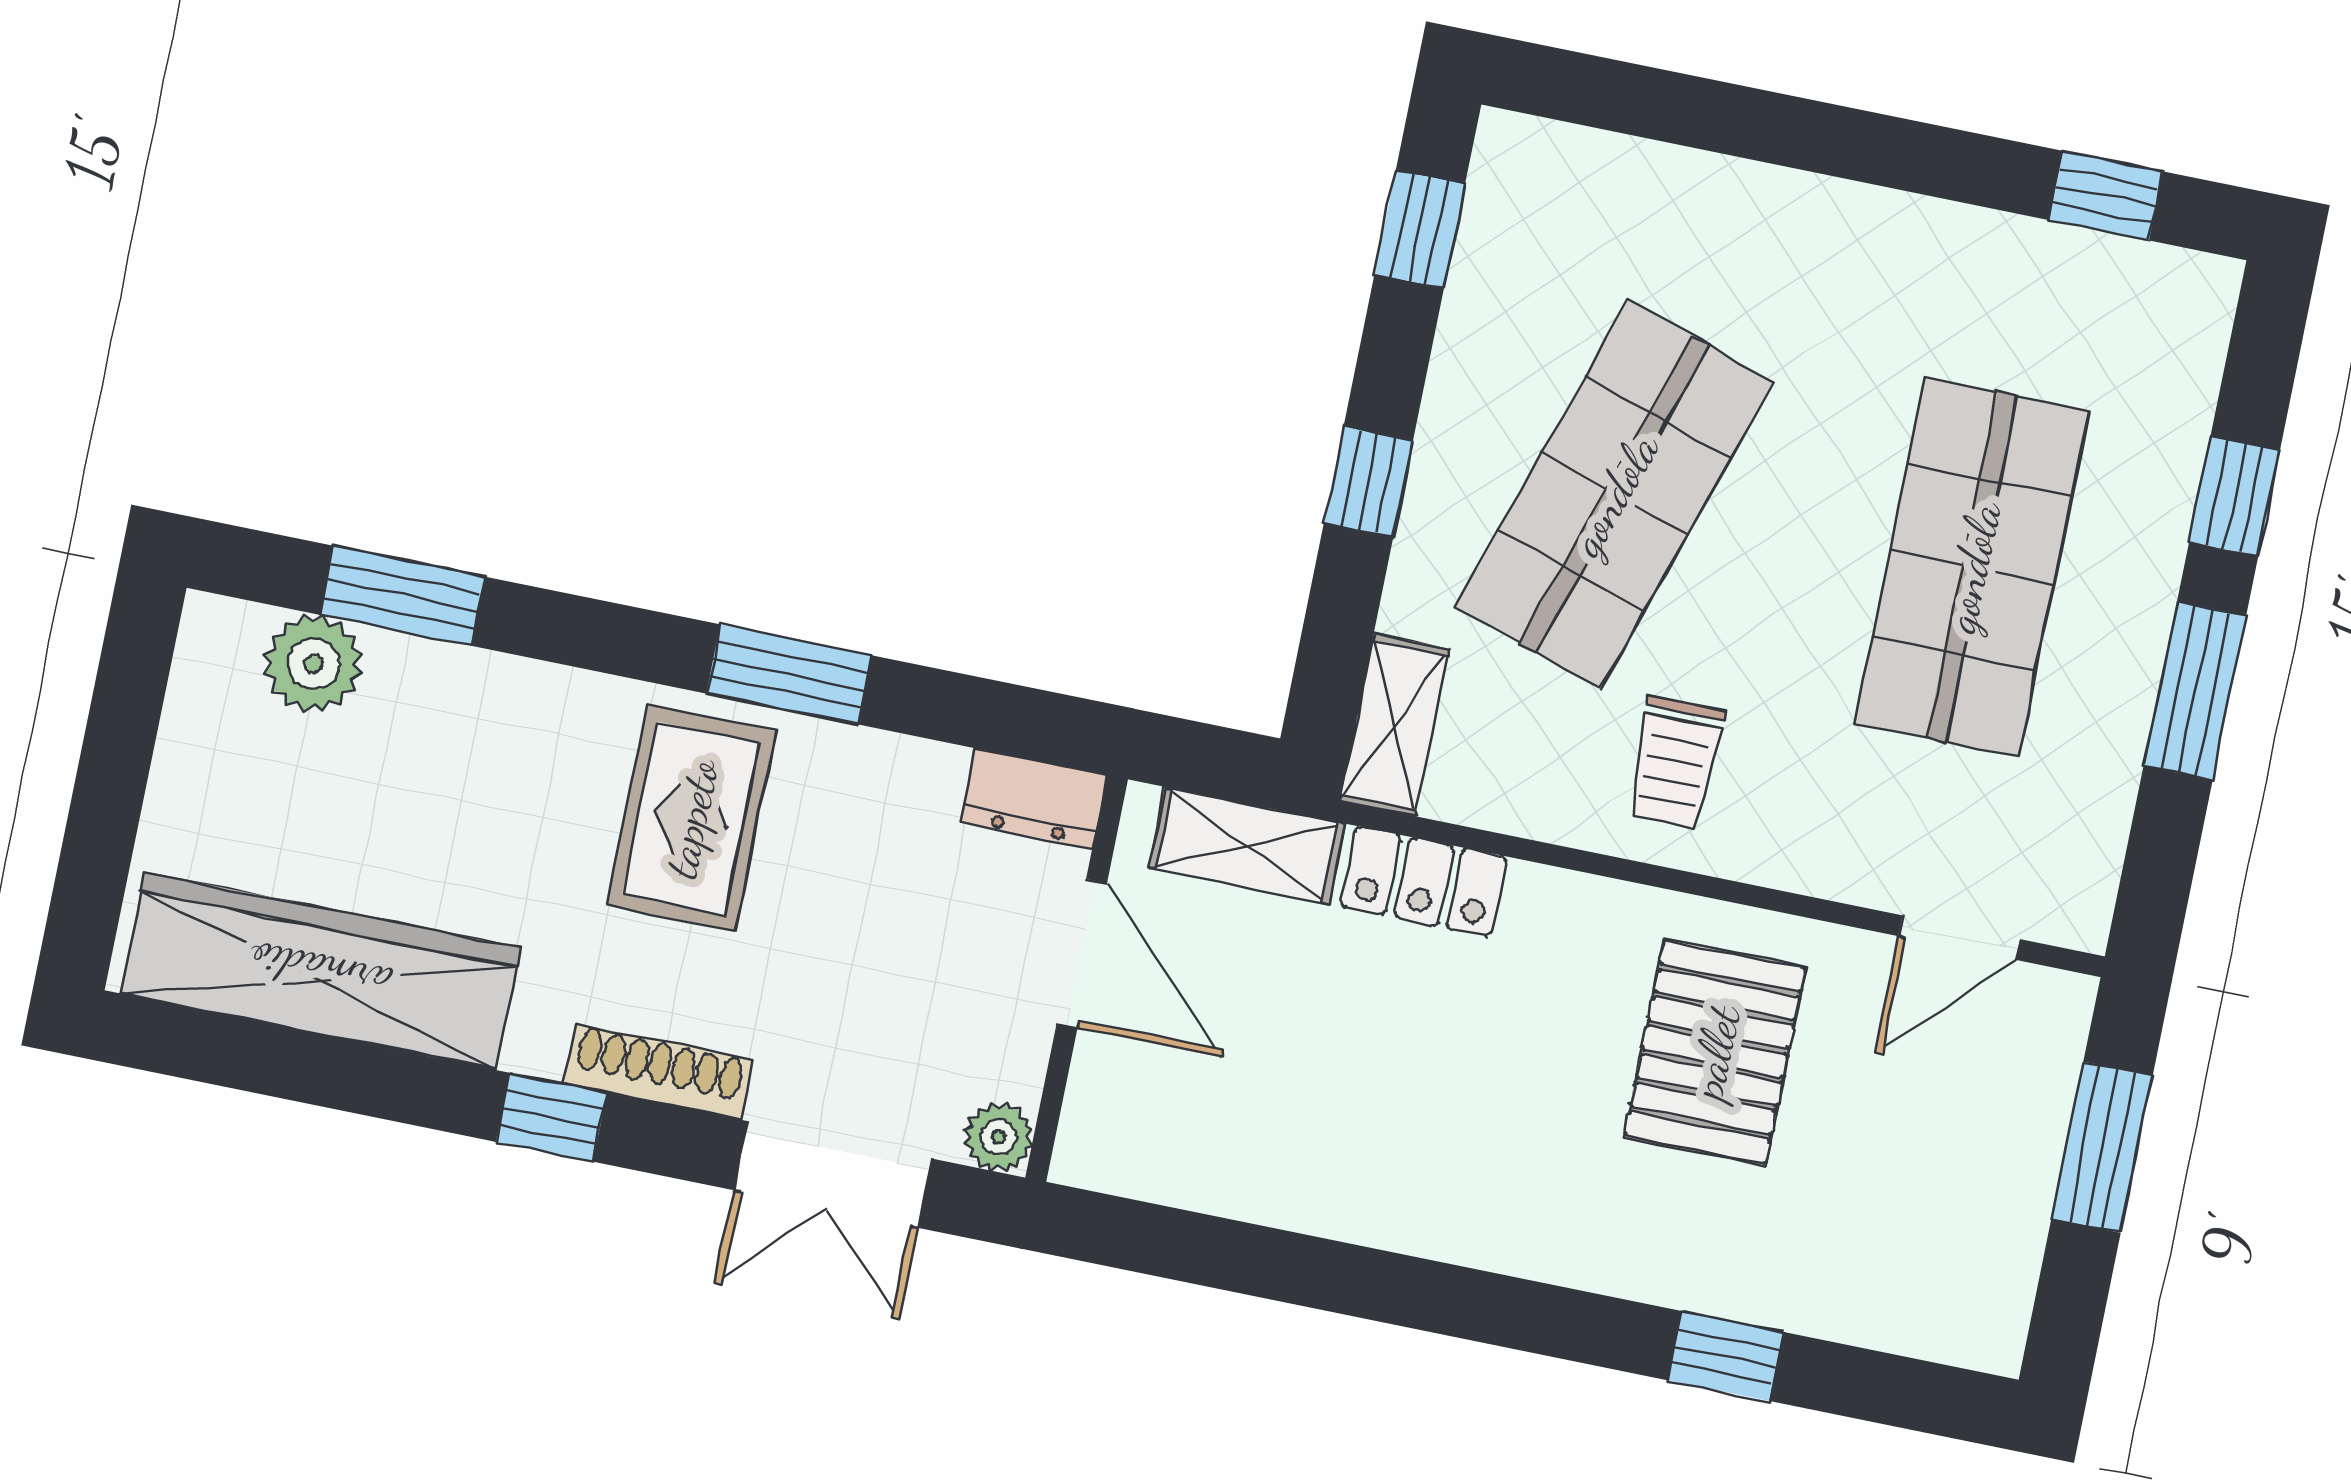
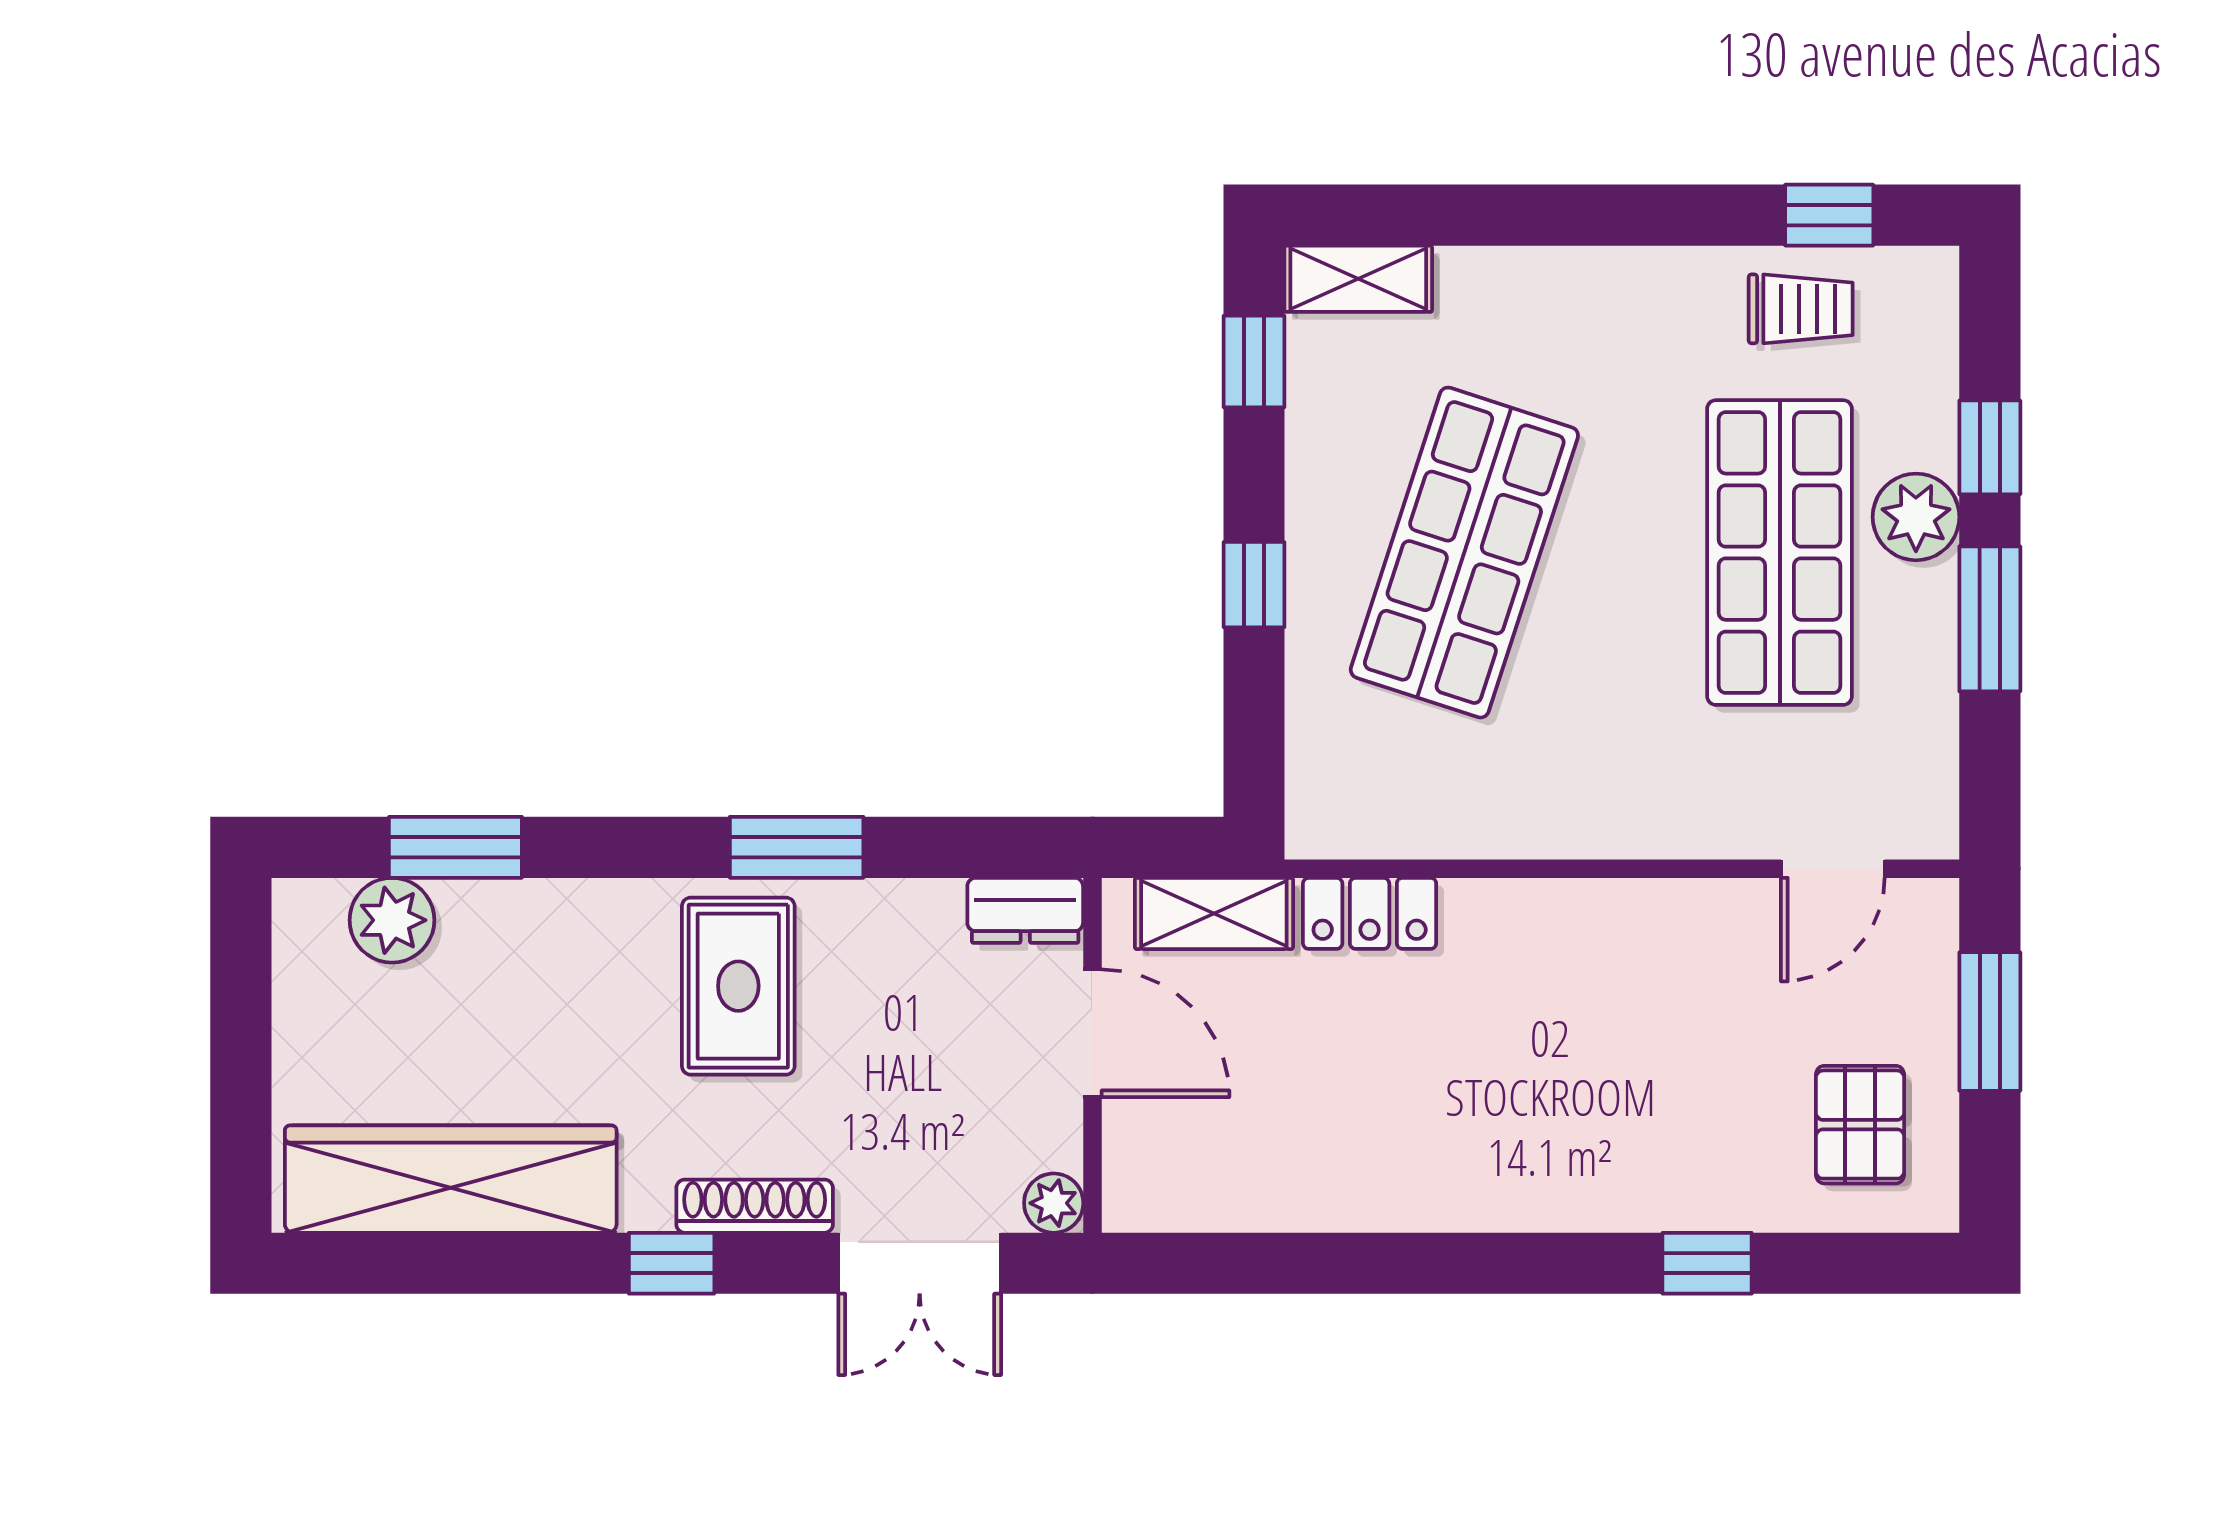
plant: (2135, 558) -> (1916, 517), added
shelving: (1394, 725) -> (1358, 279), moved, turned 90
trolley: (1675, 762) -> (1801, 309), moved, turned -90
pallet: (1715, 1052) -> (1860, 1125), moved, width x0.67, depth x0.71

